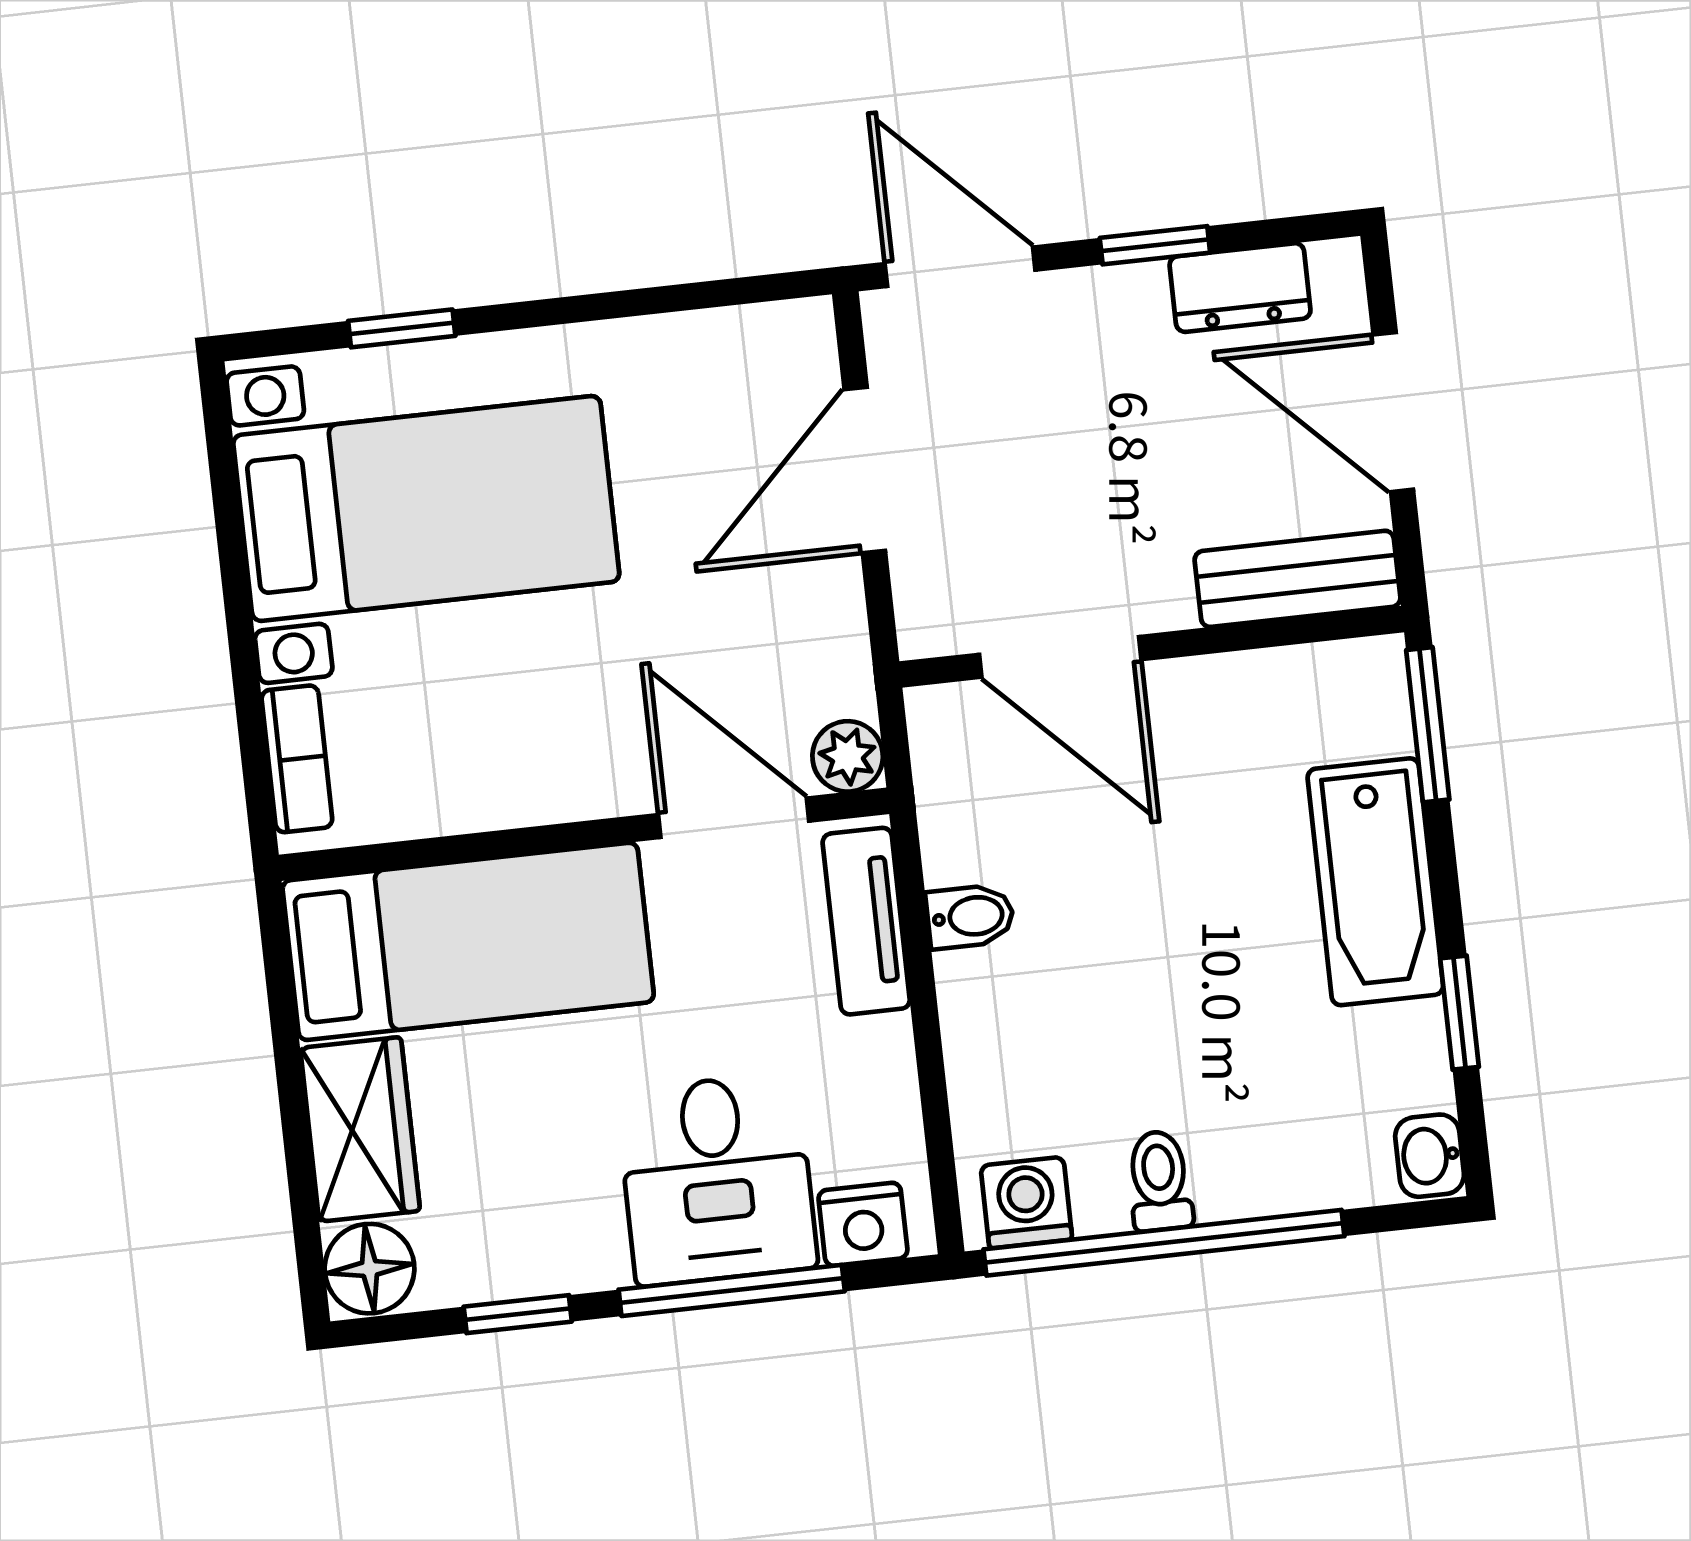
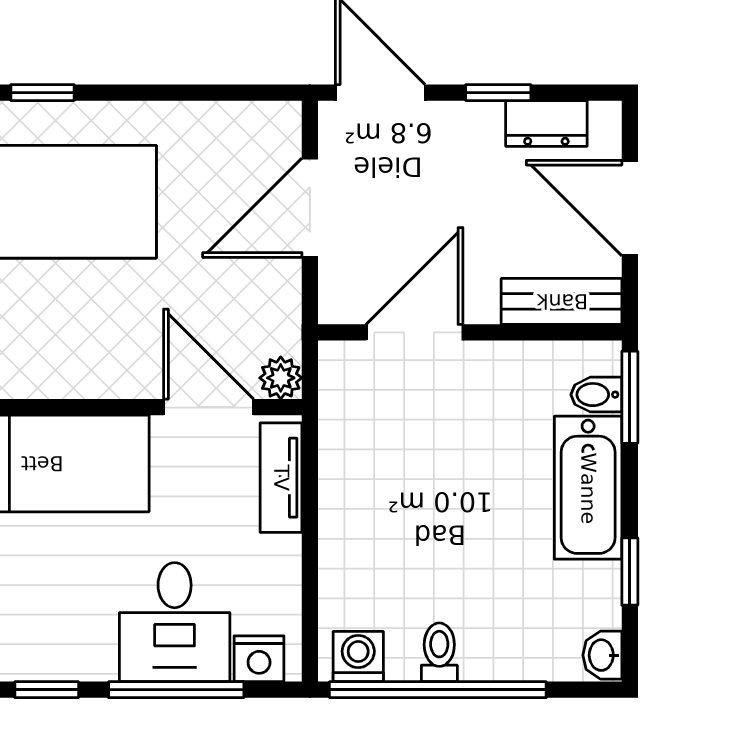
door: (1060, 657) -> (414, 332), swing flipped
bidet: (970, 916) -> (596, 395), moved, turned 180

